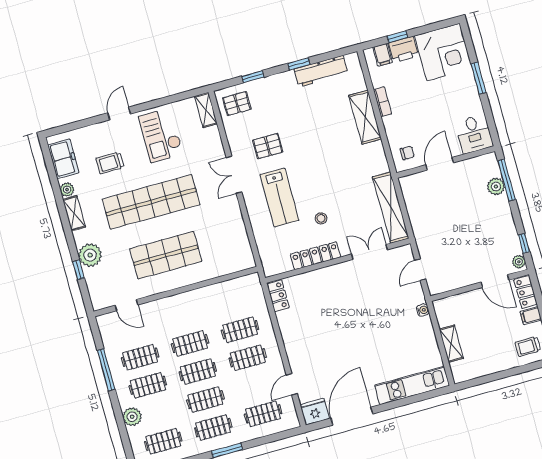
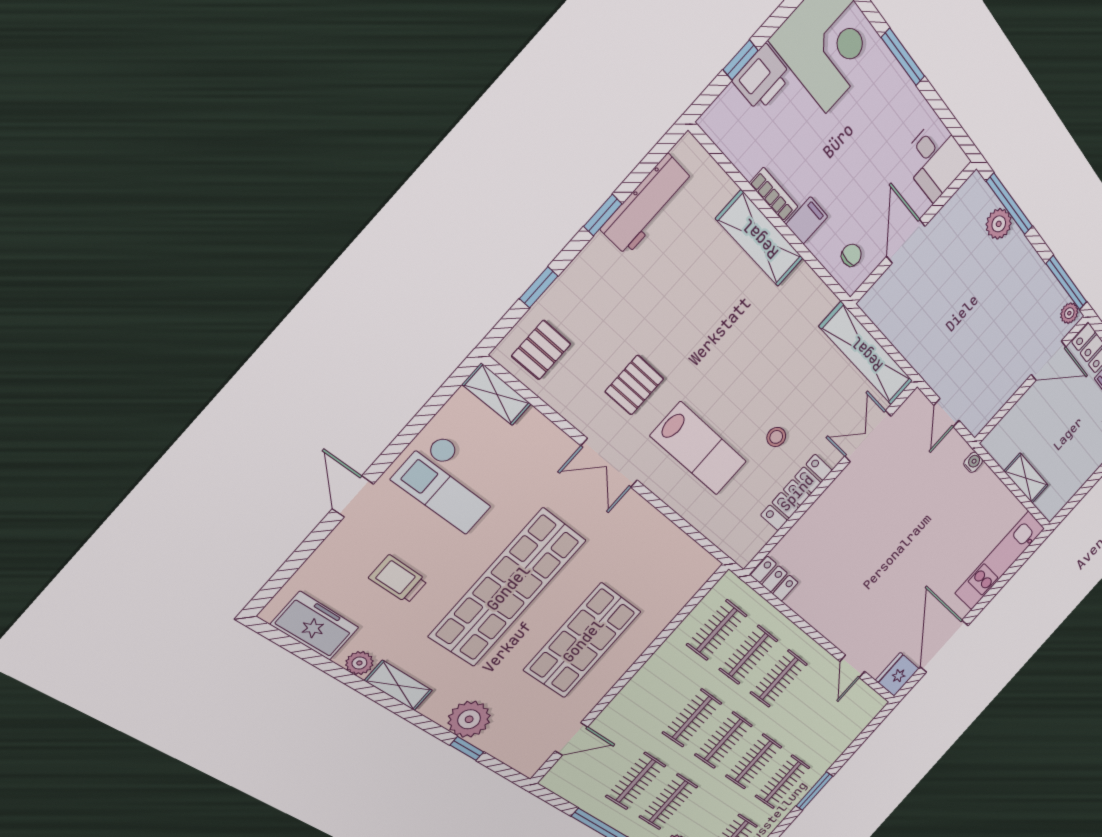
filing cabinet: (383, 55) -> (807, 220), moved, turned -90
trolley: (110, 163) -> (398, 579), turned 90
window: (524, 243) -> (1067, 283), width x2.17
clothes rail: (263, 414) -> (717, 630), moved

